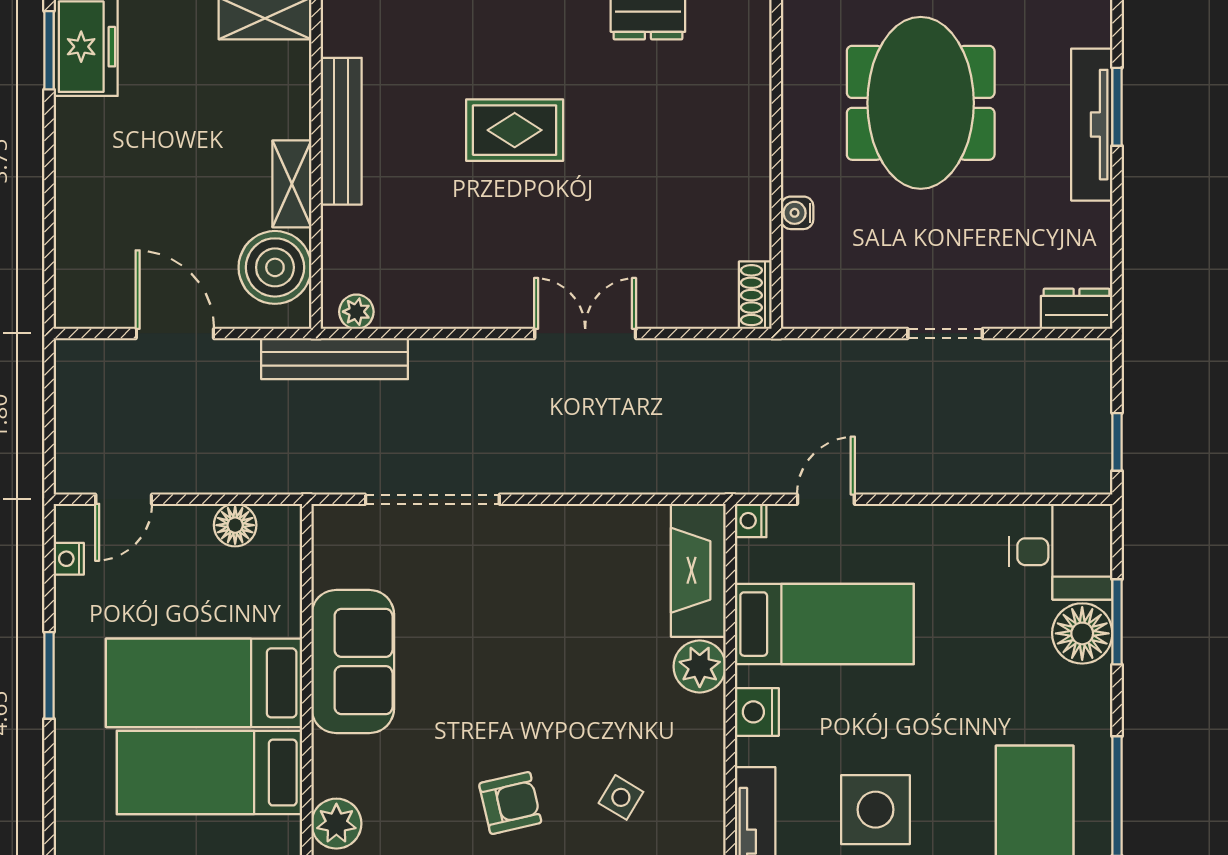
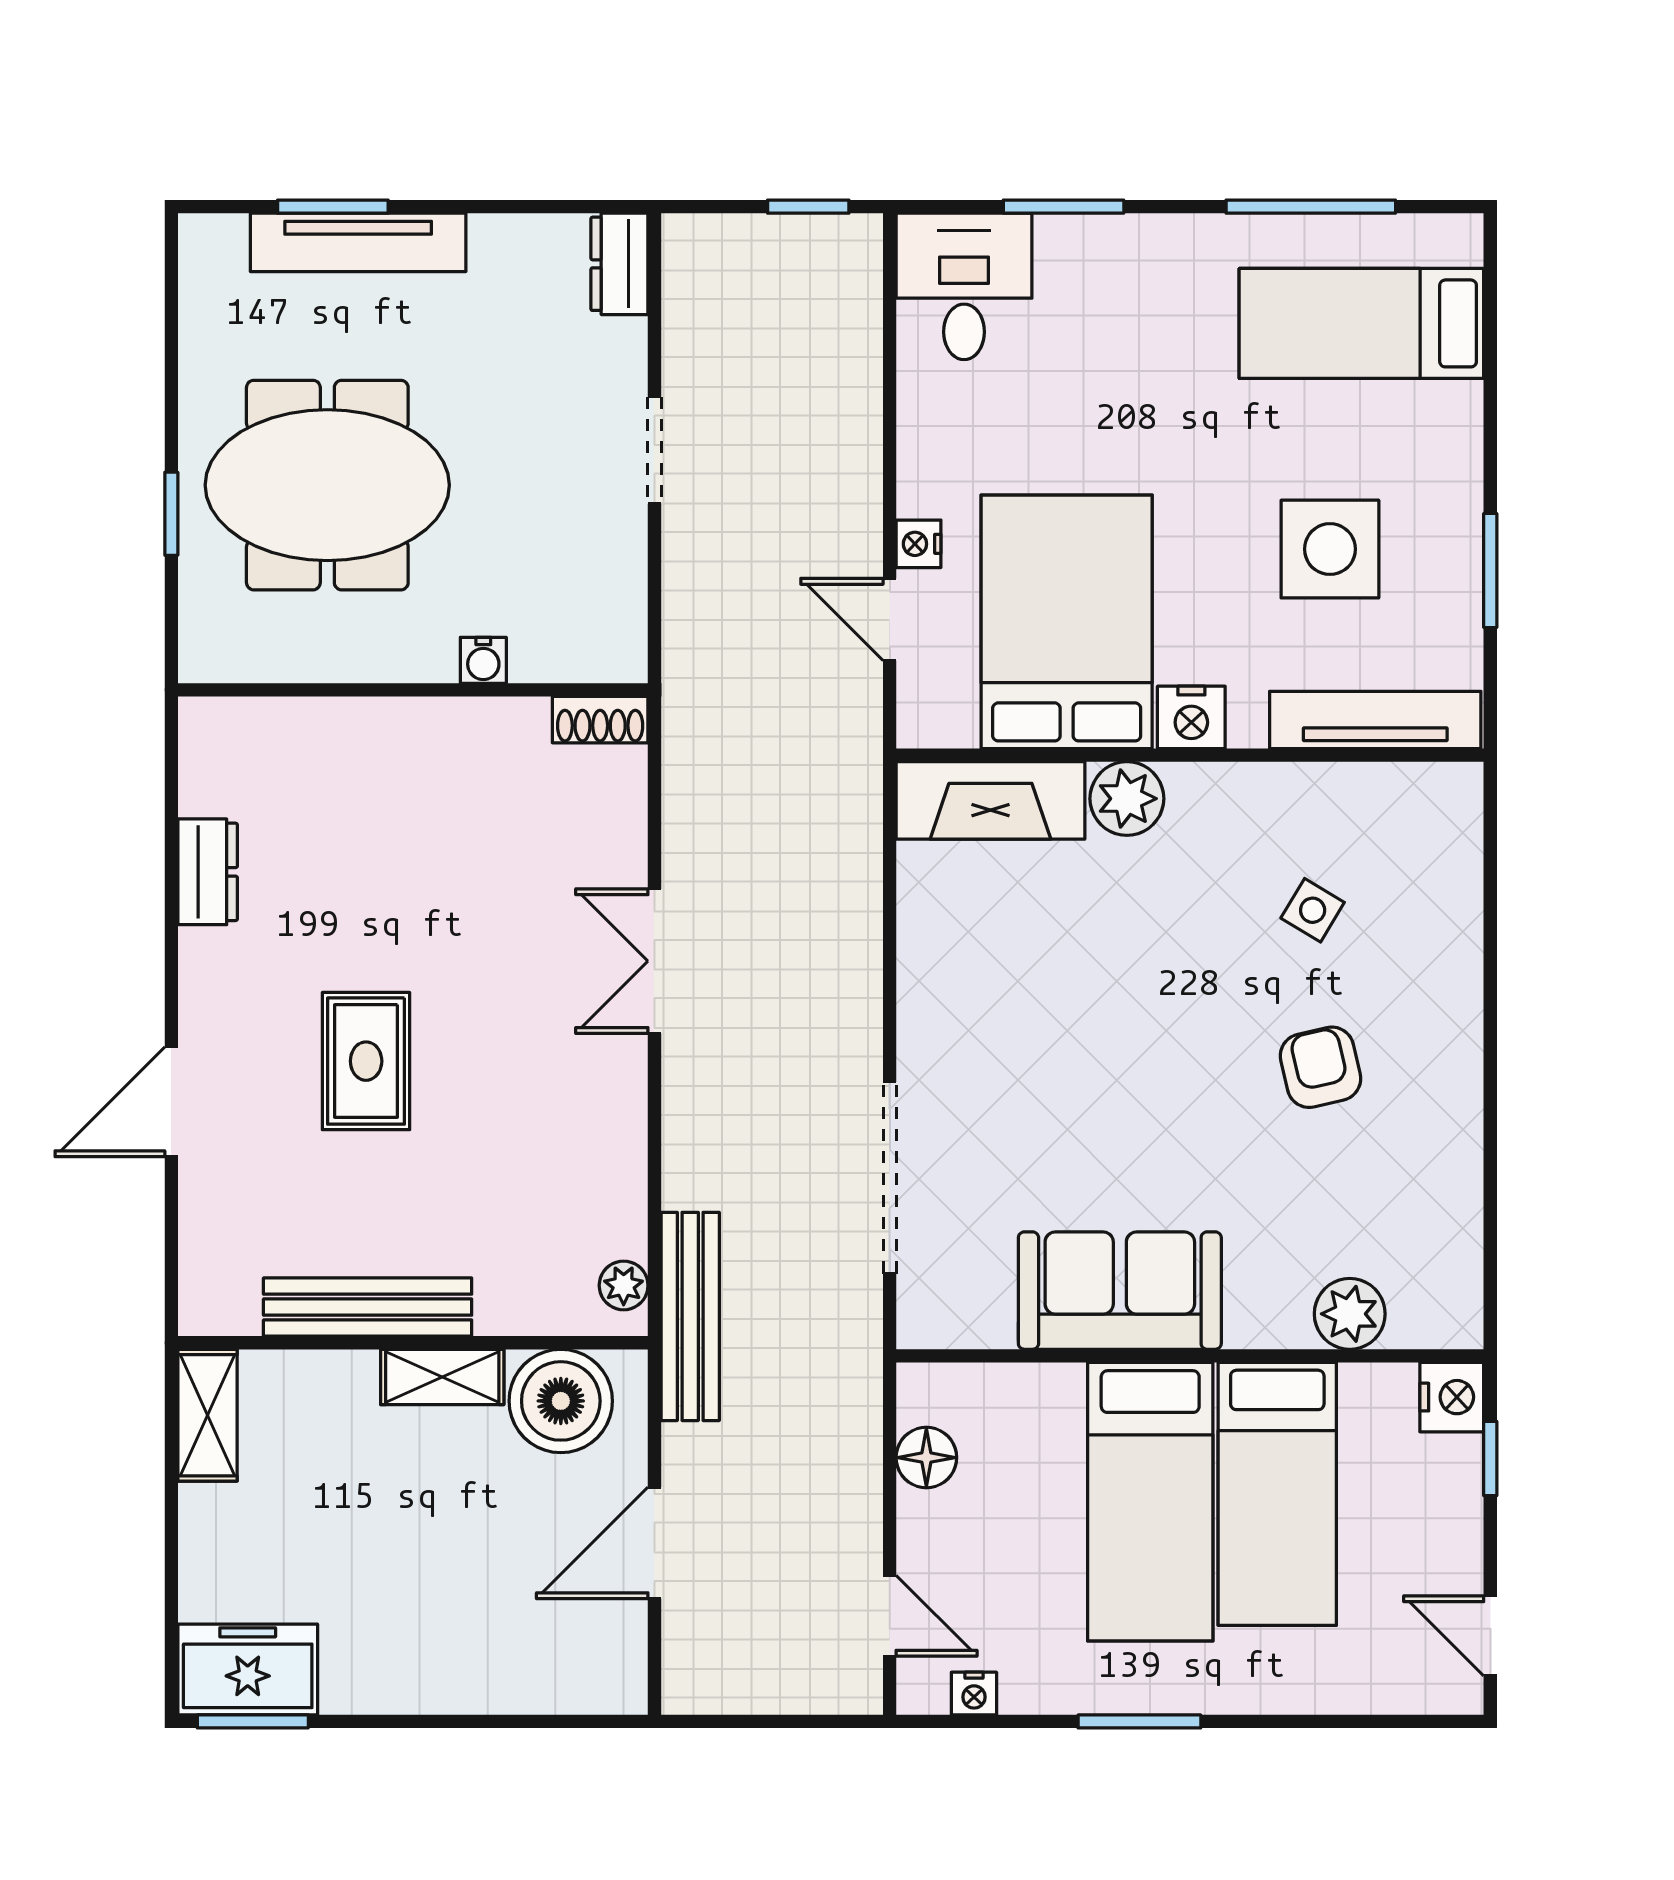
nightstand: (751, 521) -> (919, 544), moved, turned 90
bed: (824, 624) -> (1067, 622), width x1.50
floor lamp: (1082, 633) -> (1080, 256), removed

